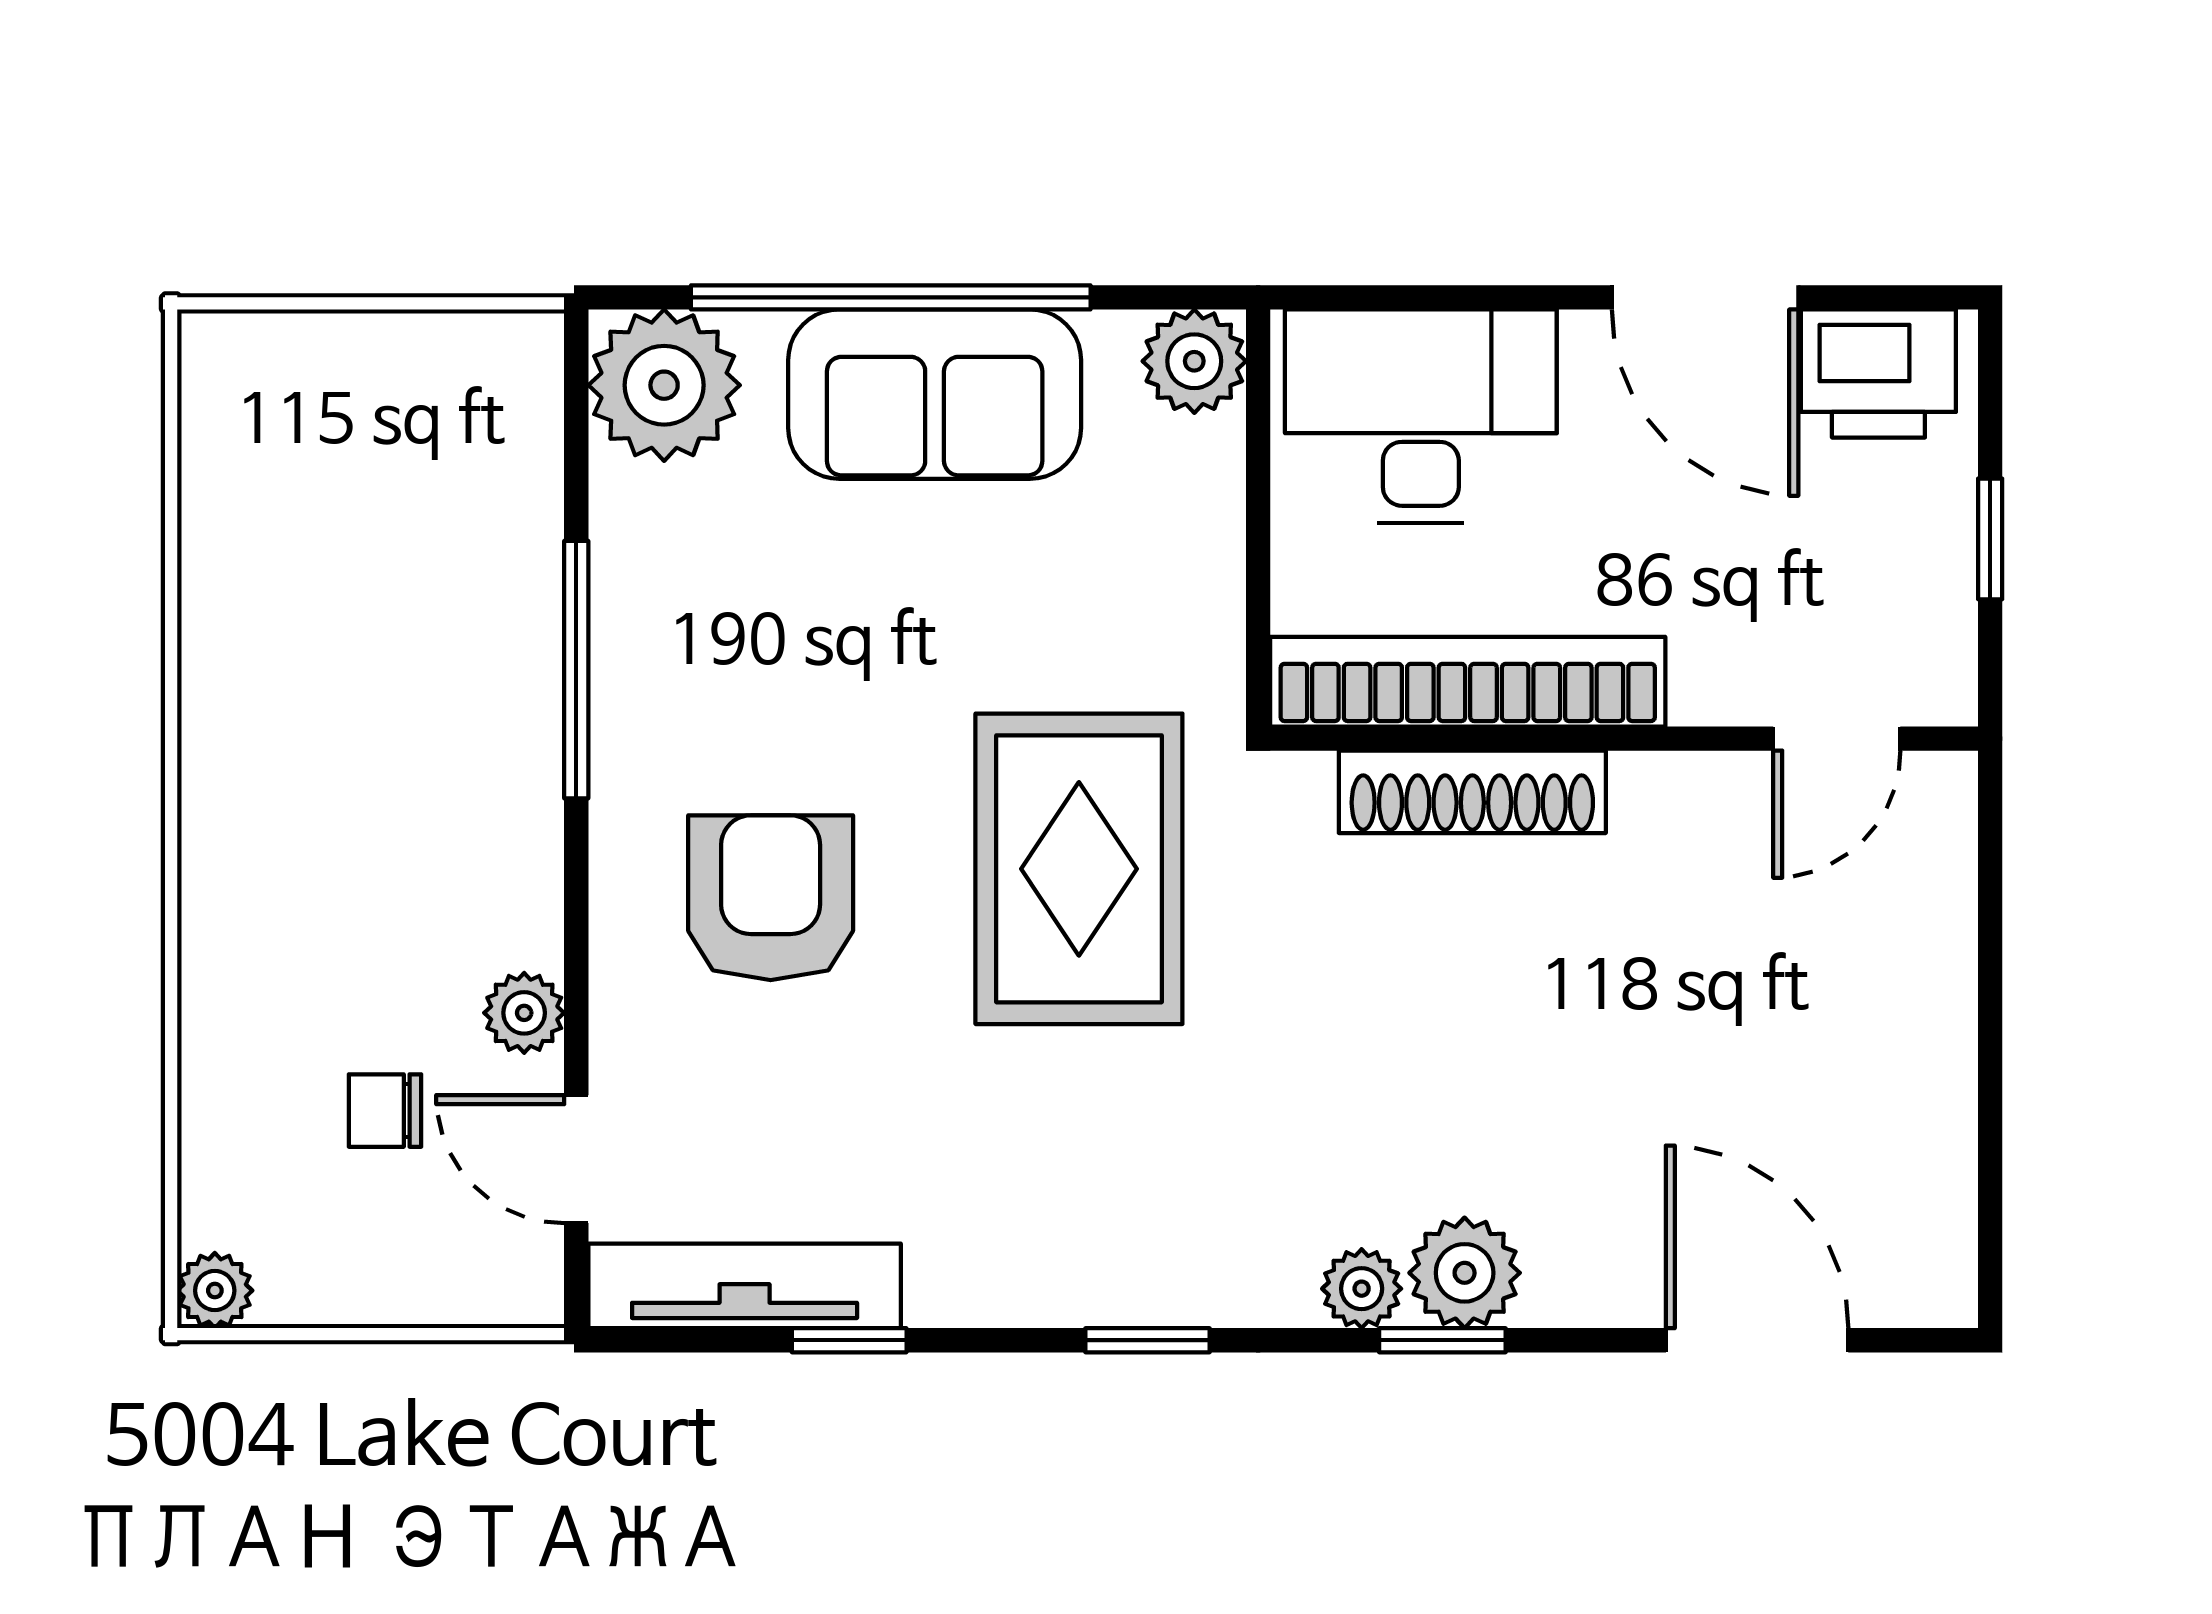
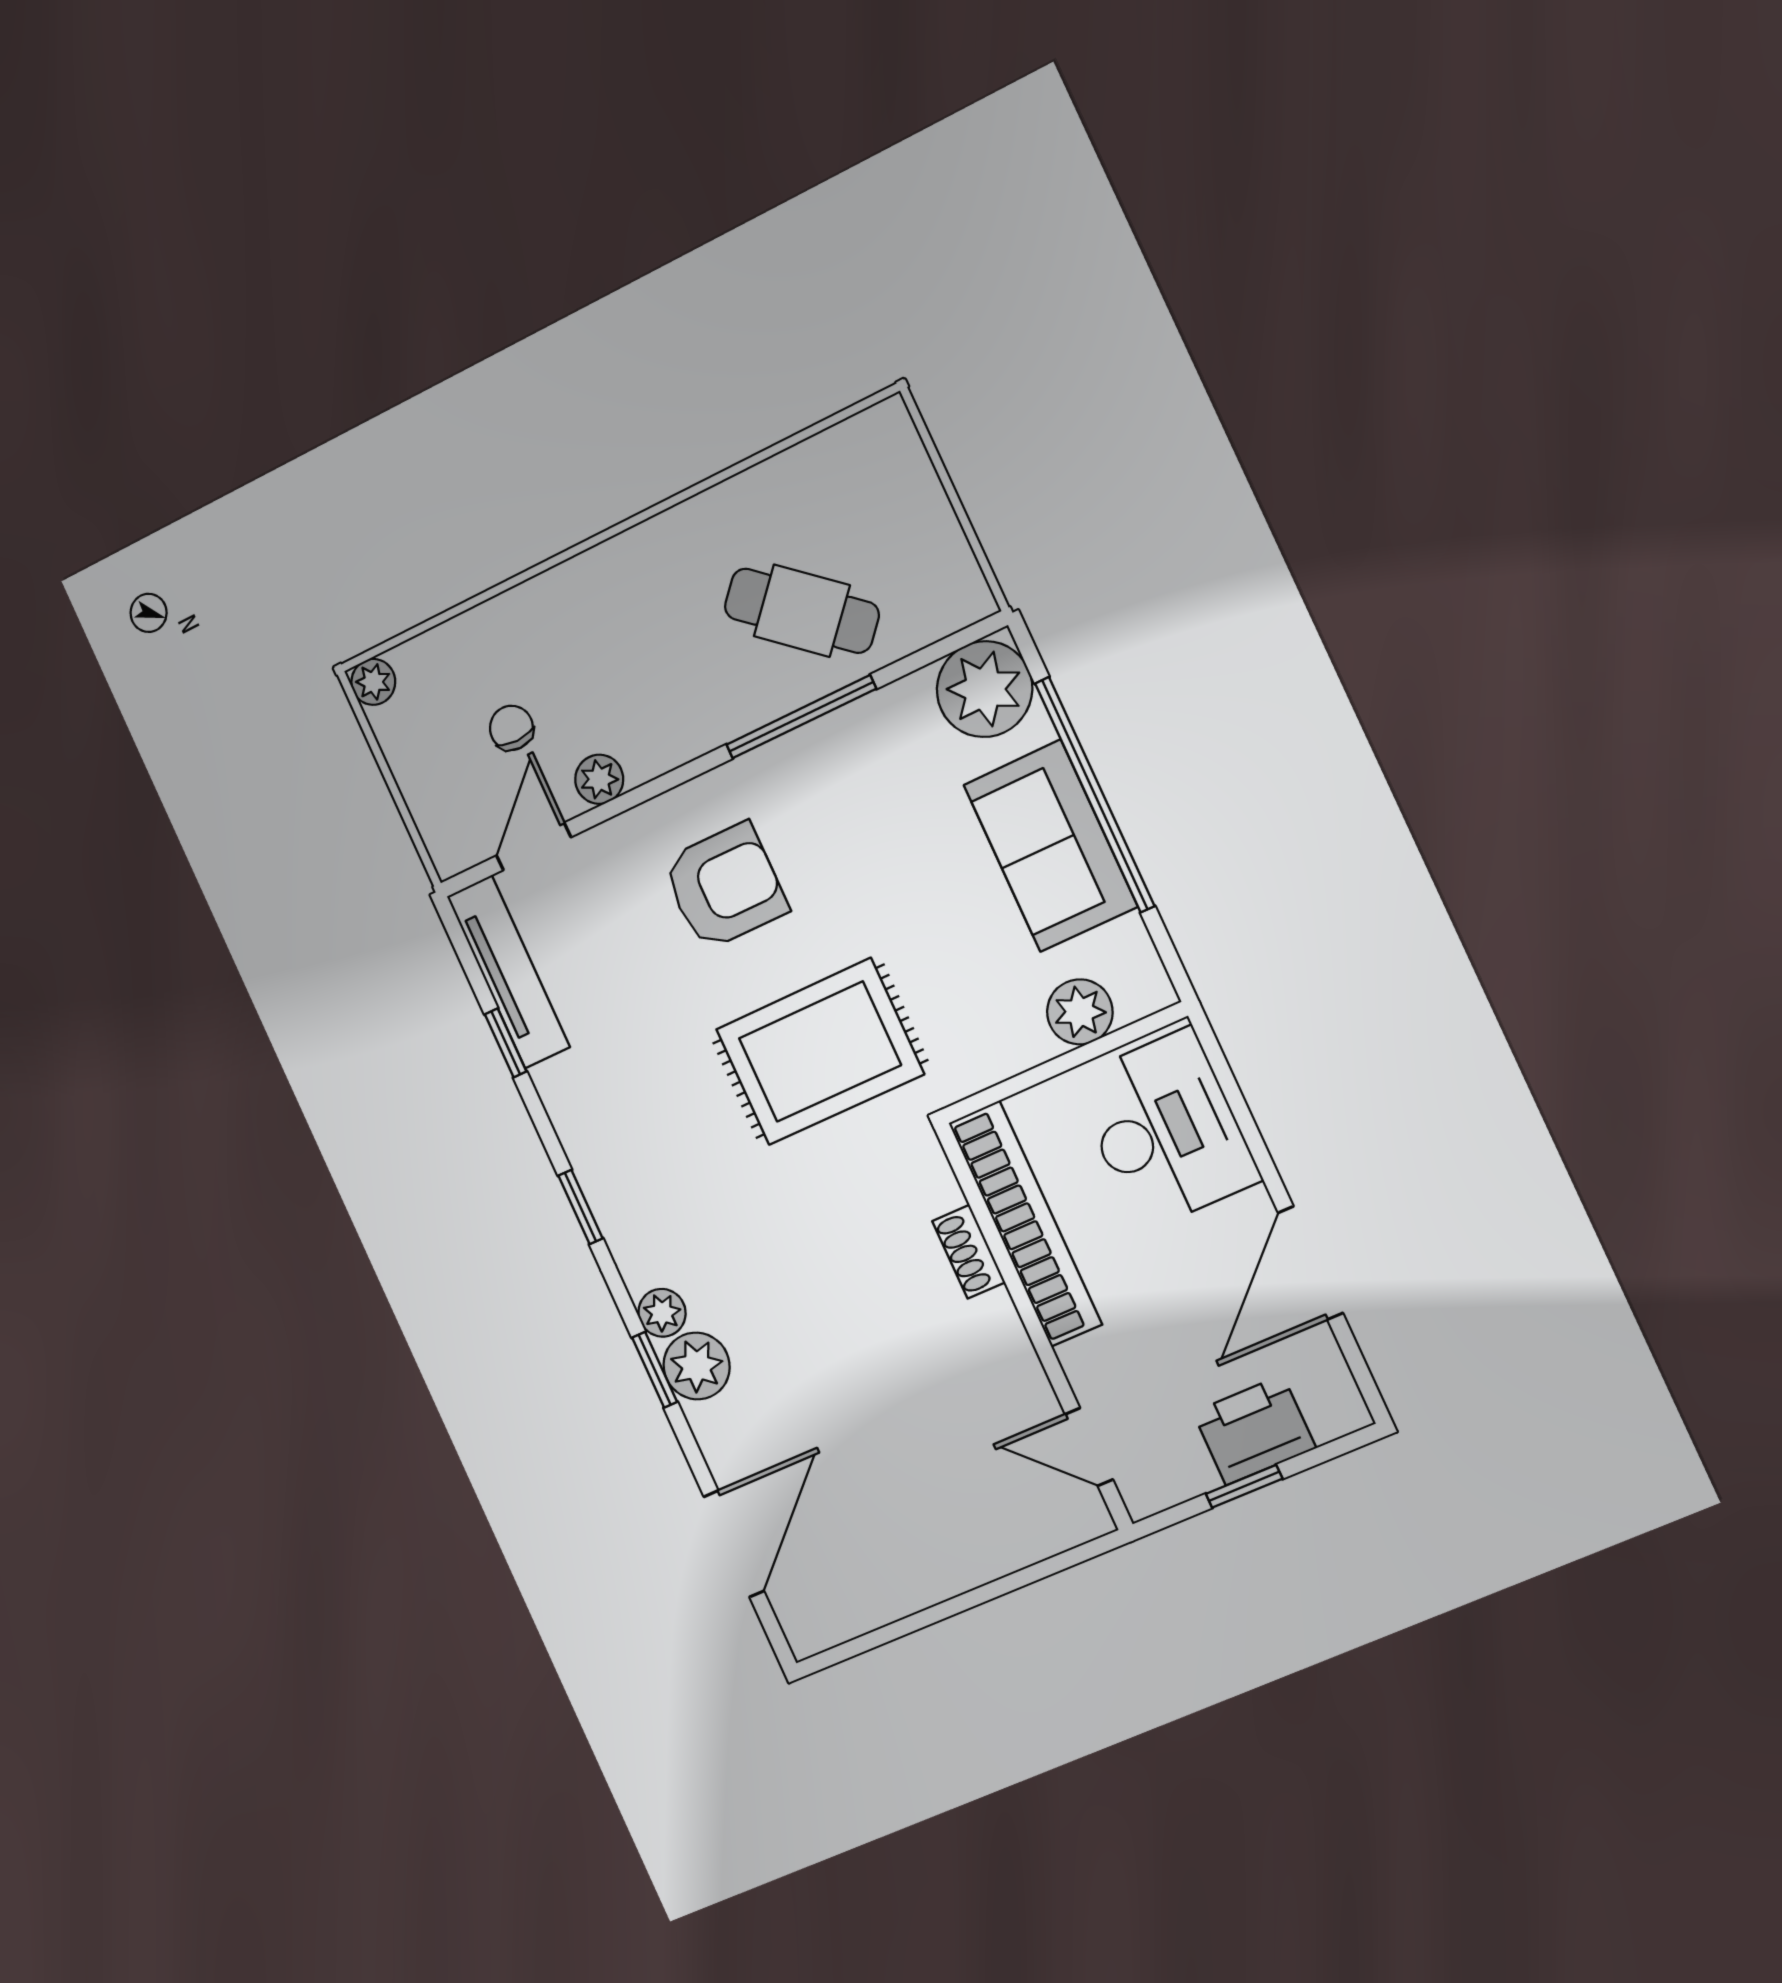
plant: (1194, 361) -> (1080, 1012), moved
printer: (1878, 373) -> (1254, 1430), moved, turned 90
cafe table: (423, 597) -> (802, 611), added
shoe rack: (1472, 792) -> (969, 1252), width x0.51, depth x0.81

